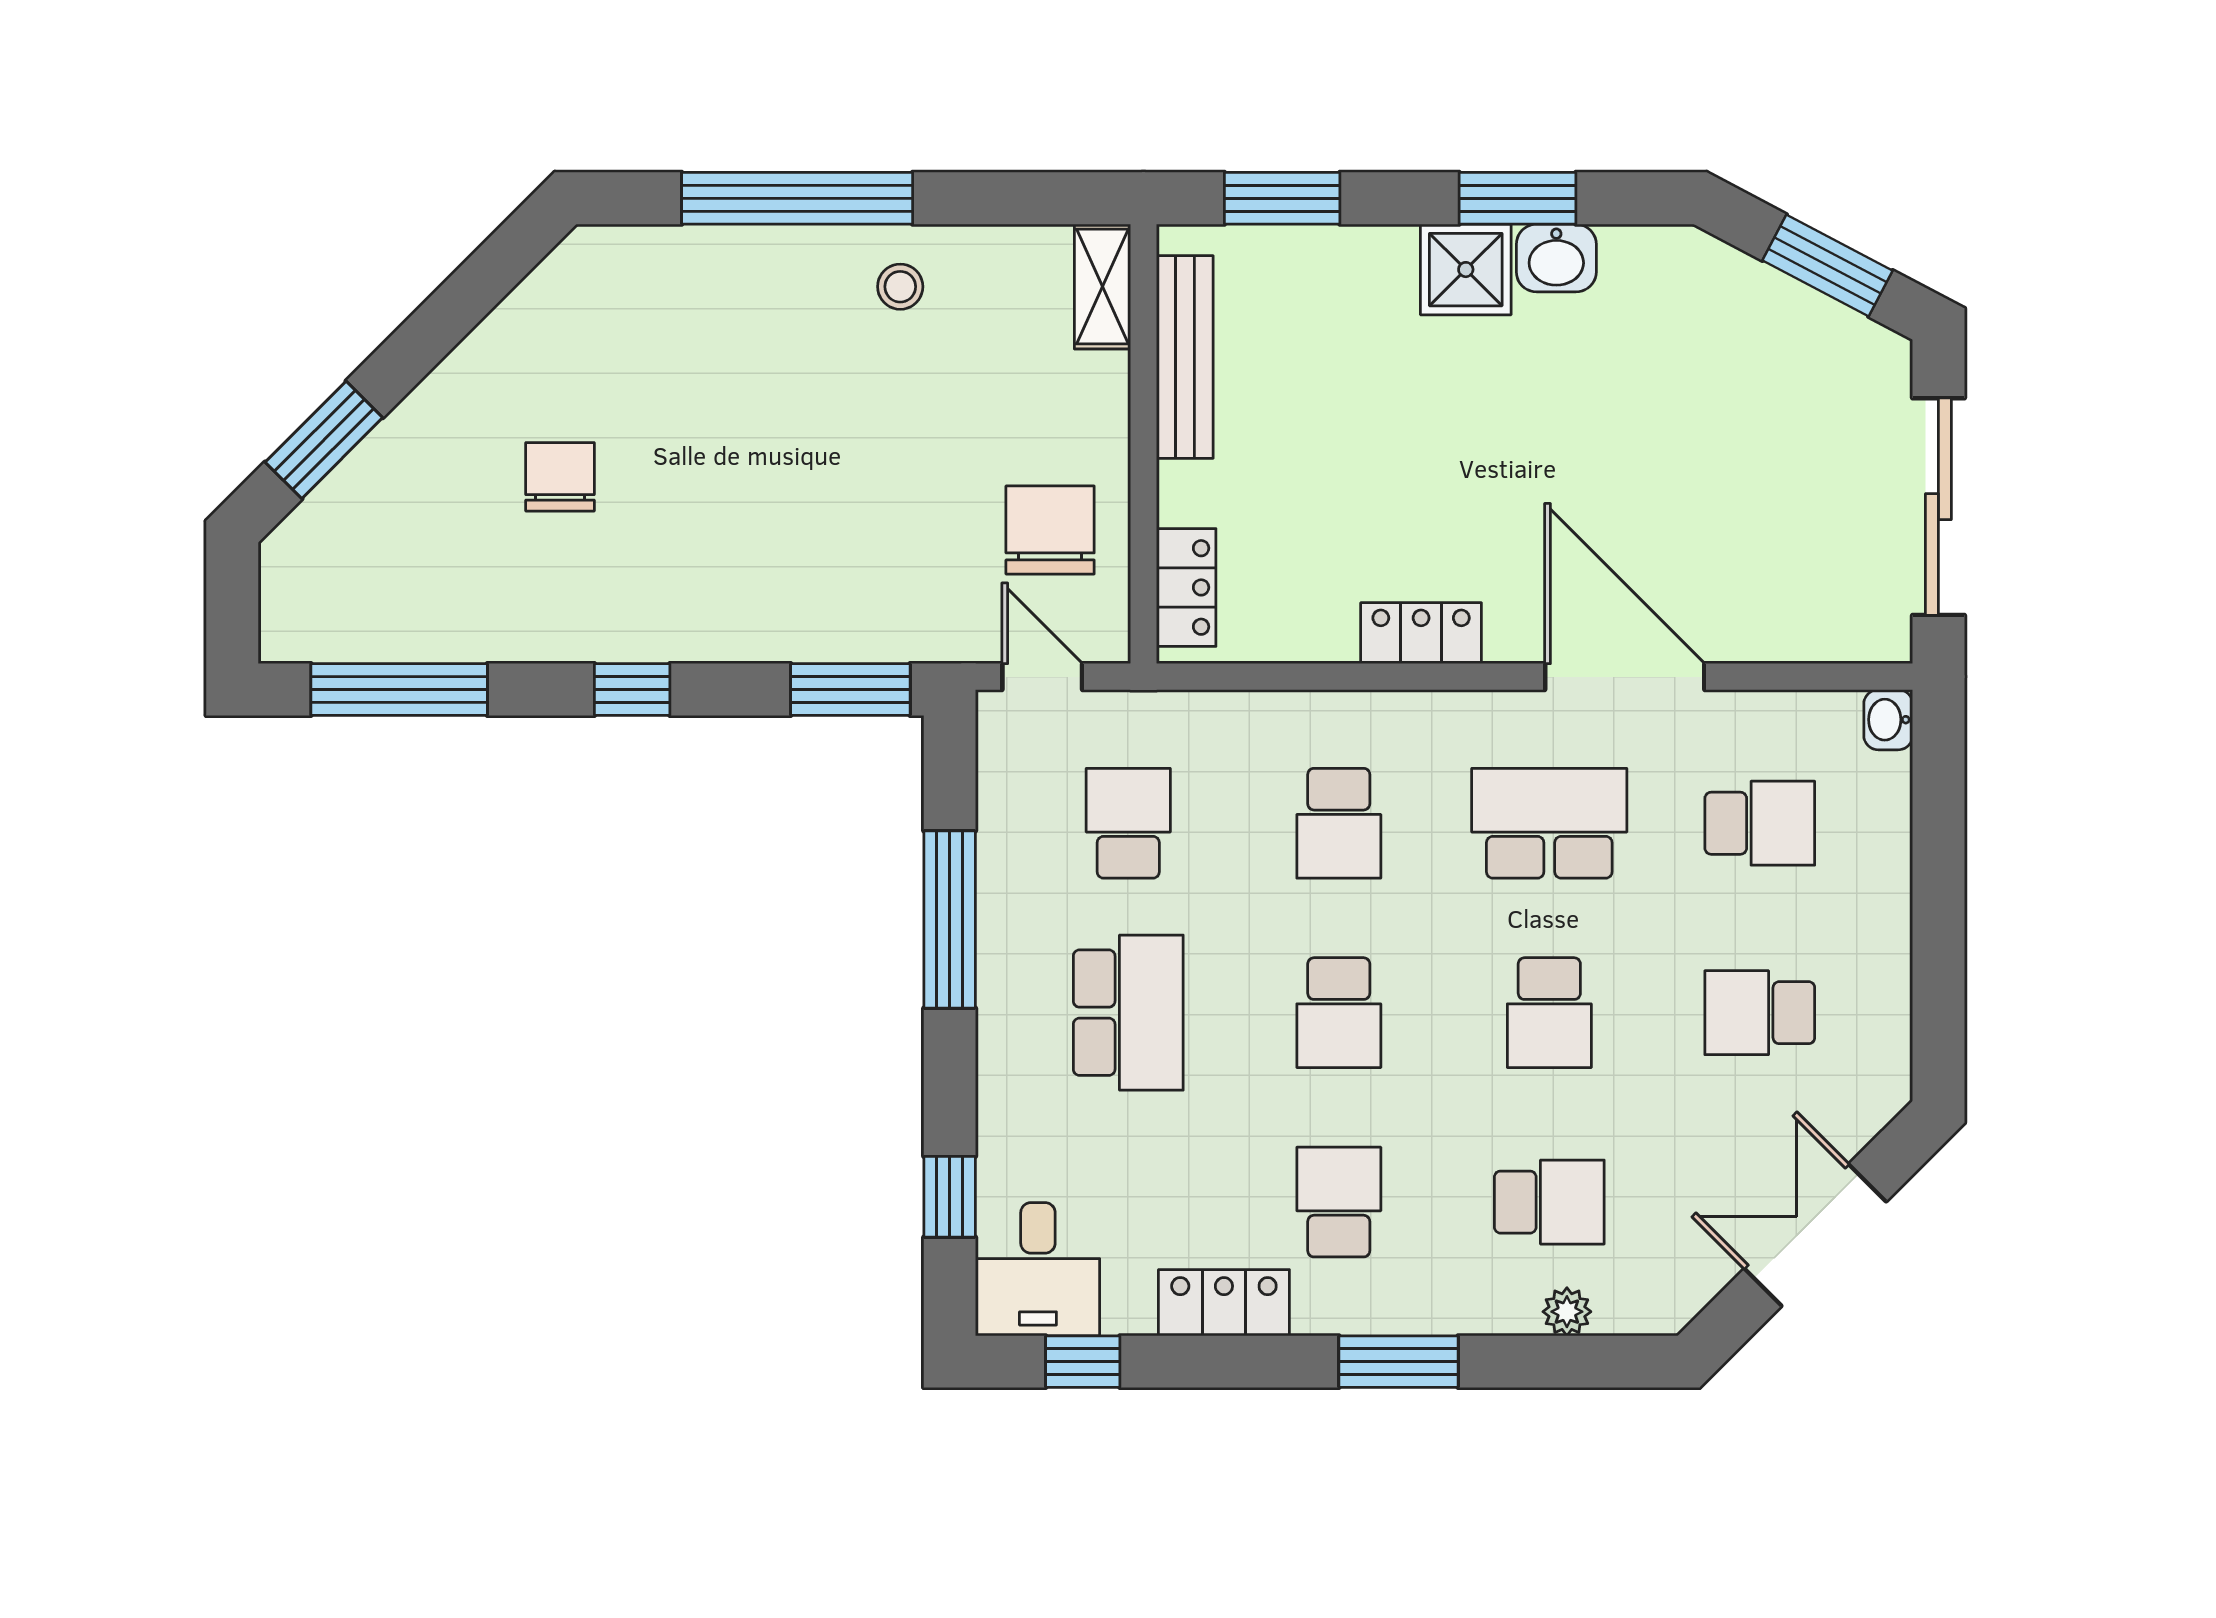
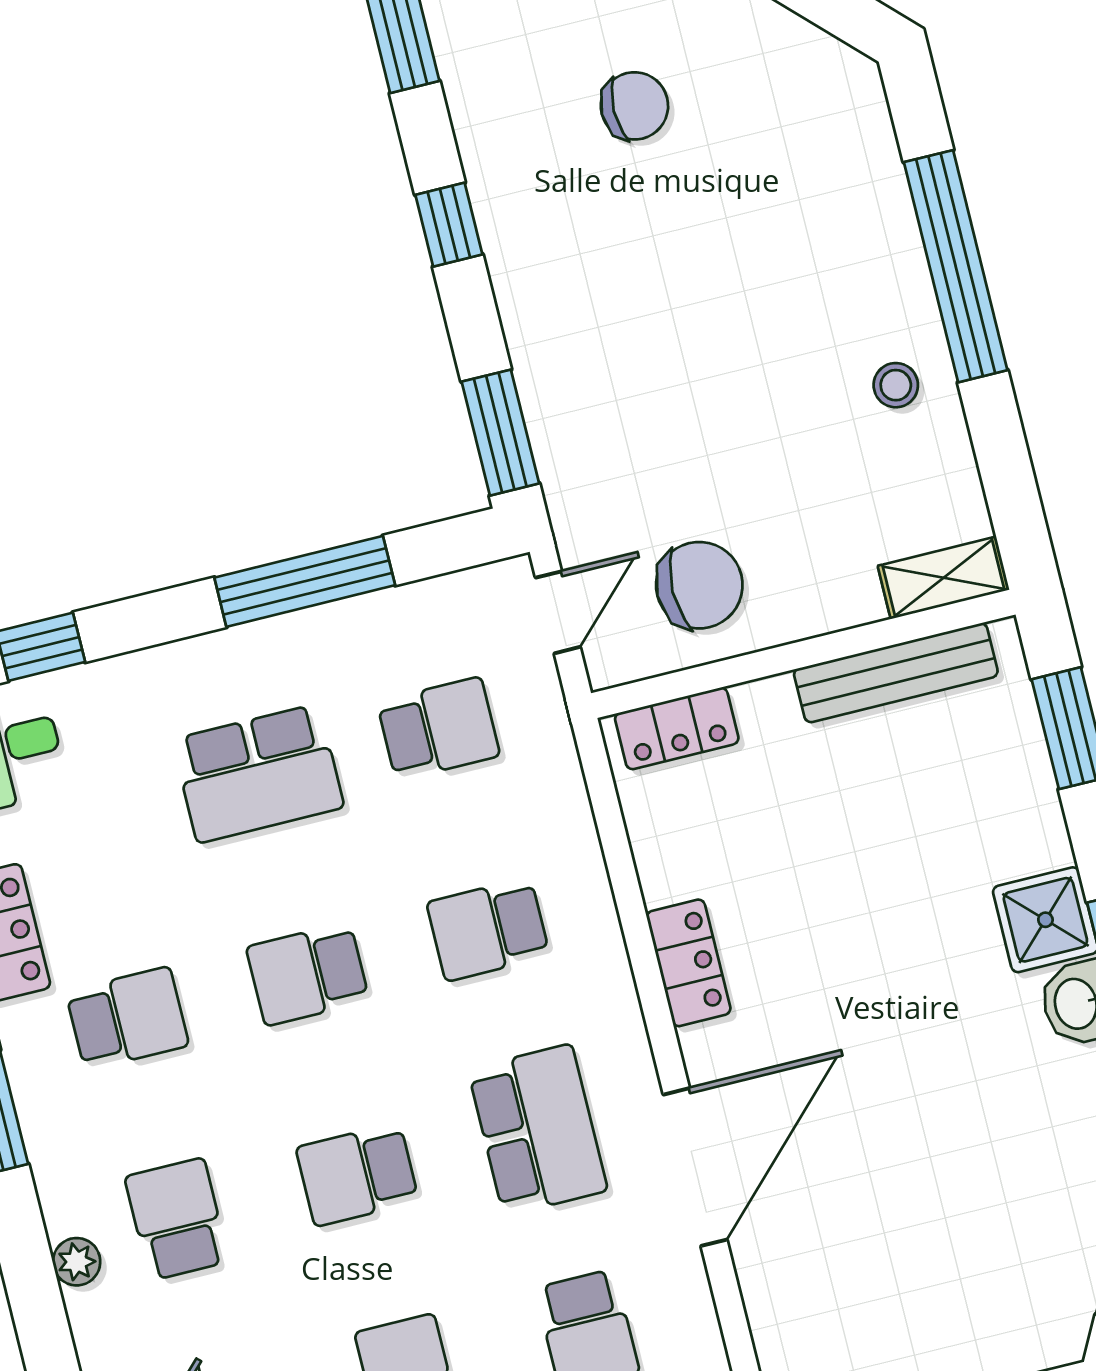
school desk: (1549, 1202) -> (177, 1219), turned 180

